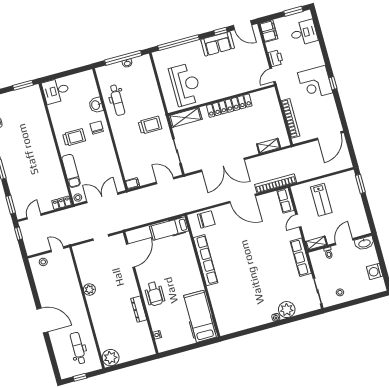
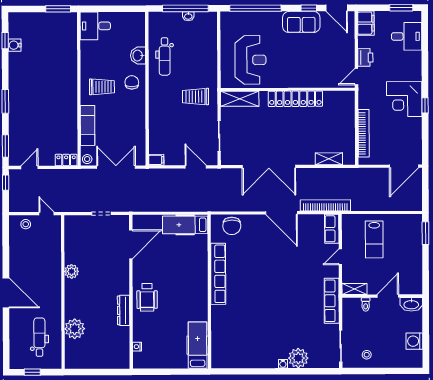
trolley: (150, 125) -> (196, 97), turned 180
chair: (206, 219) -> (232, 226), turned 90
hospital bed: (200, 316) -> (198, 345), width x0.73, depth x0.78
plant: (111, 358) -> (75, 329), moved

